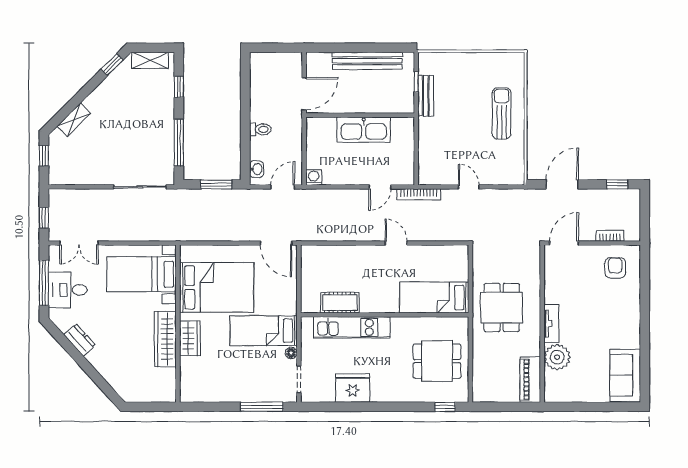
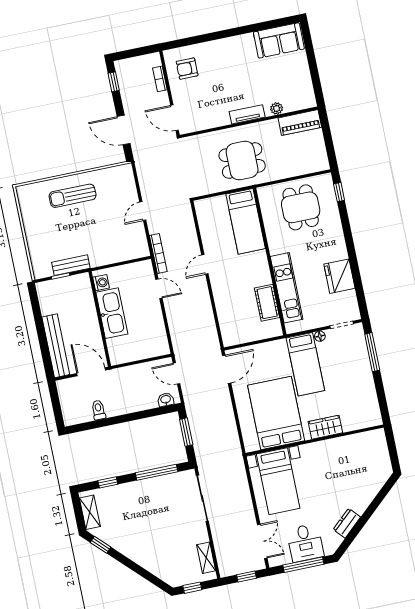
bench: (367, 61) -> (56, 346), moved
shelving: (74, 120) -> (206, 558), moved, turned 45
toilet: (260, 129) -> (98, 410), moved
washing machine: (314, 177) -> (101, 283), moved, turned 180
wardrobe: (165, 339) -> (330, 448), removed
plant: (557, 357) -> (277, 109), width x0.53, depth x0.53

